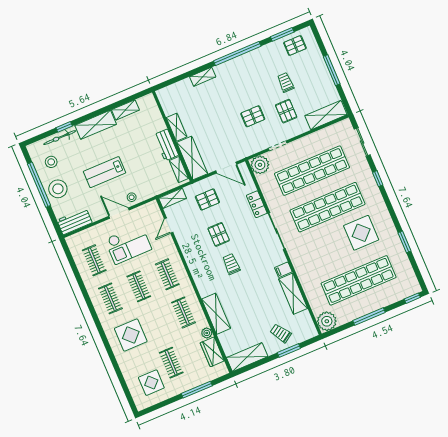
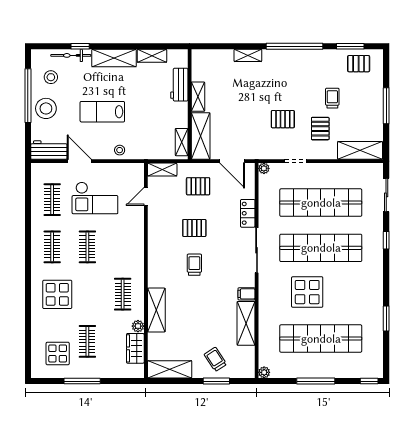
workbench: (166, 145) -> (179, 85), moved
plant: (260, 165) -> (264, 168), width x0.53, depth x0.53
door: (119, 213) -> (79, 161), moved
display table: (361, 233) -> (307, 292), moved
pallet: (219, 234) -> (194, 228), turned 90
clothes rail: (167, 274) -> (123, 247), removed
plant: (327, 321) -> (264, 372), width x0.53, depth x0.53
window: (197, 390) -> (82, 381), moved

